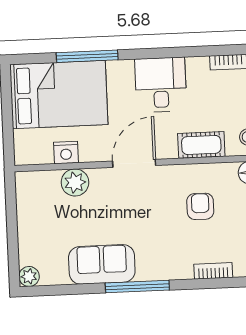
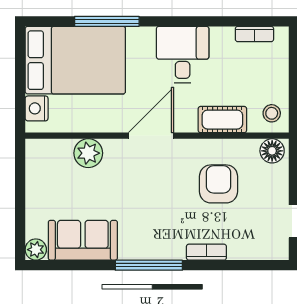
nightstand: (66, 153) -> (37, 108), moved, turned 90
armchair: (200, 206) -> (219, 184), width x1.38, depth x1.38
sofa: (102, 264) -> (83, 240), moved
bookcase: (213, 271) -> (206, 252), moved

